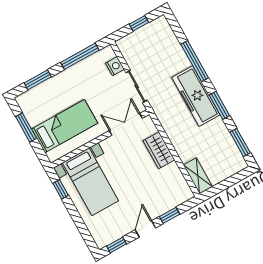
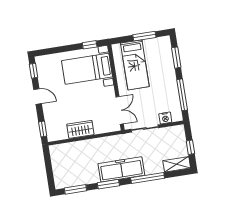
wardrobe: (159, 150) -> (80, 129), moved
shelving: (198, 176) -> (177, 164), moved
window: (170, 215) -> (43, 129), moved

